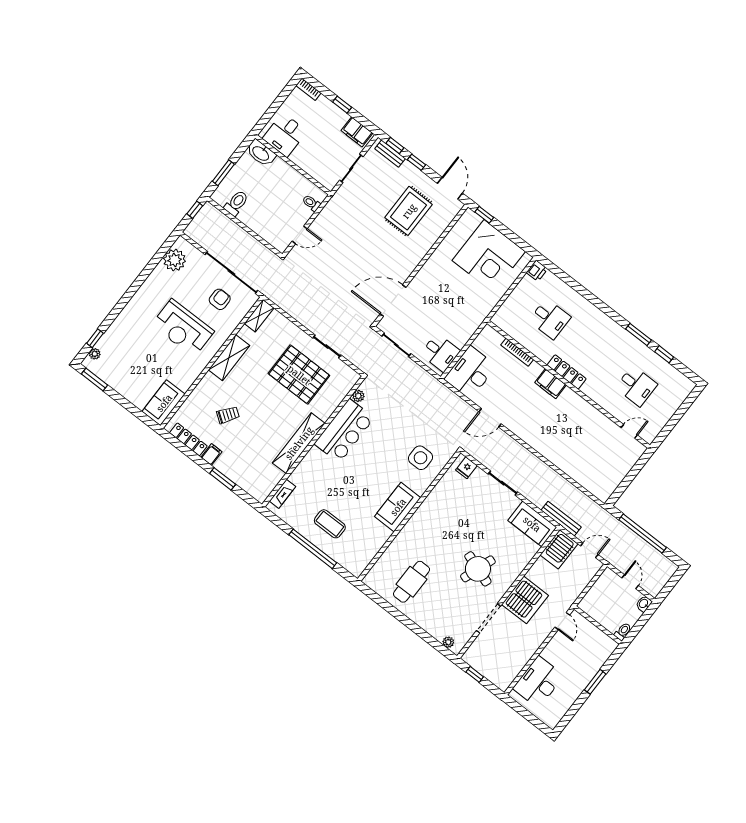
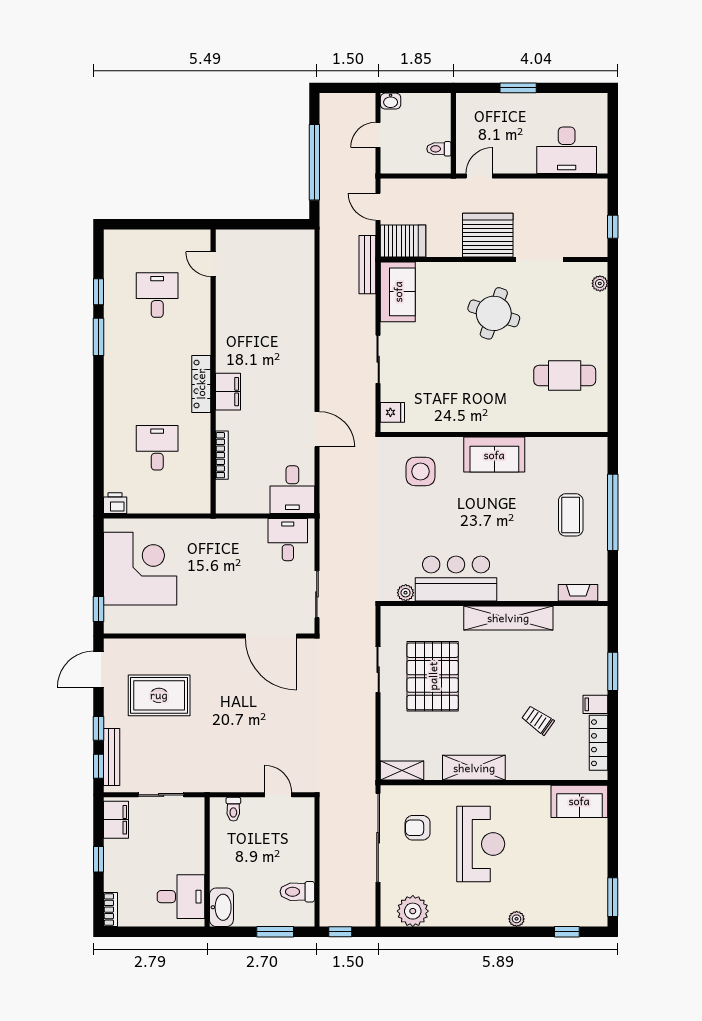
bench: (390, 154) -> (112, 757), width x1.36
plant: (95, 354) -> (517, 919), moved
desk: (470, 372) -> (292, 490), width x0.73
toilet: (623, 631) -> (439, 149), moved

